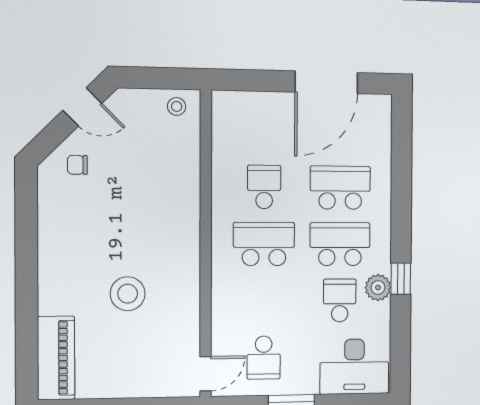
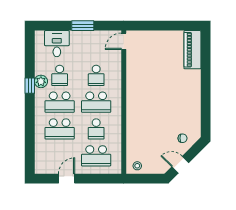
door: (326, 82) -> (67, 179), width x0.53
school desk: (264, 130) -> (96, 156), added
stool: (128, 294) -> (160, 79), removed
school desk: (264, 358) -> (96, 75), moved, turned 180
desk: (354, 366) -> (57, 44), width x0.73

